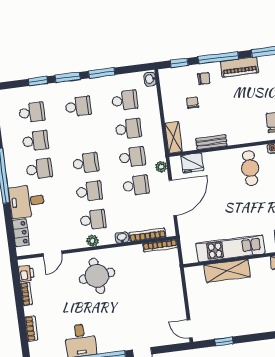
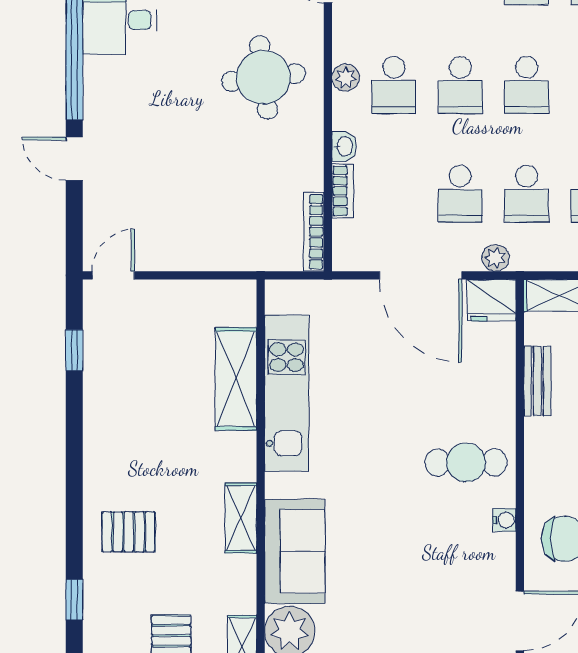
fridge: (192, 163) -> (492, 300), moved, turned -90
bookcase: (147, 235) -> (343, 191), width x0.64

